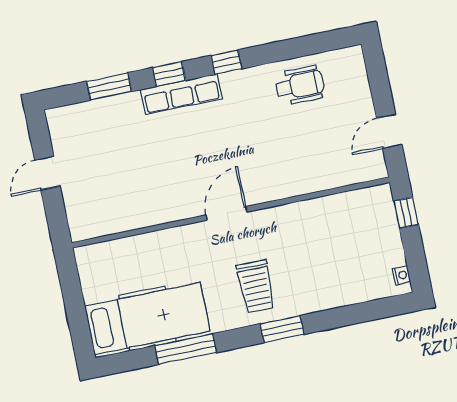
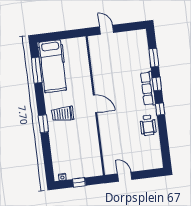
wheelchair: (300, 85) -> (148, 125), moved
door: (47, 173) -> (107, 30), moved
window: (406, 213) -> (79, 182), moved
window: (186, 349) -> (37, 70), moved

